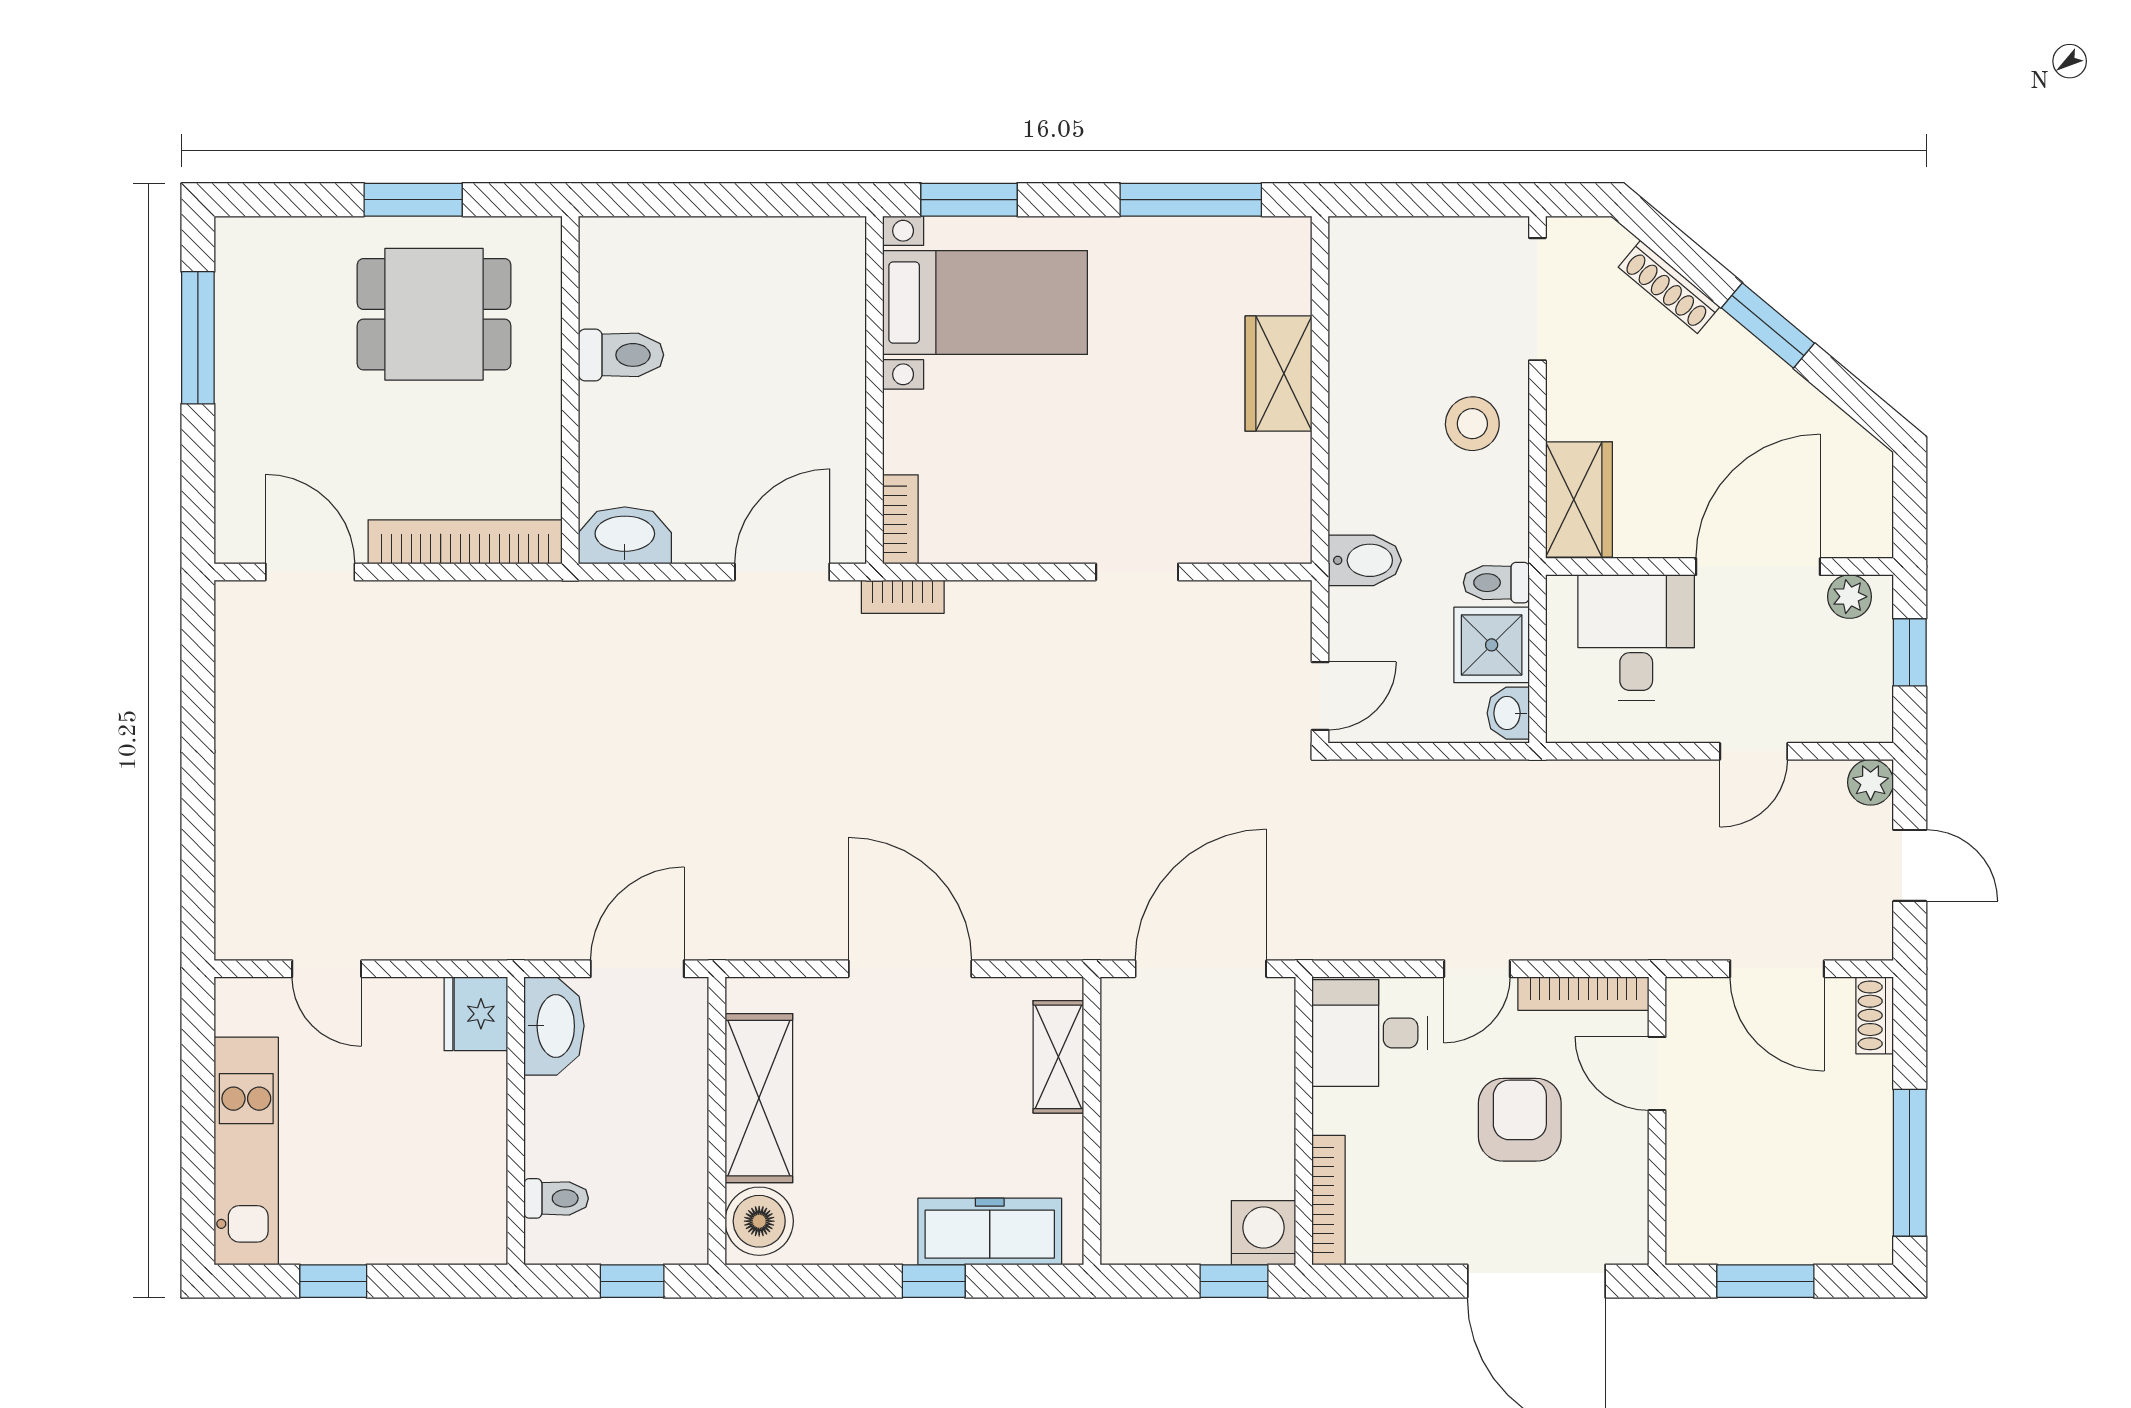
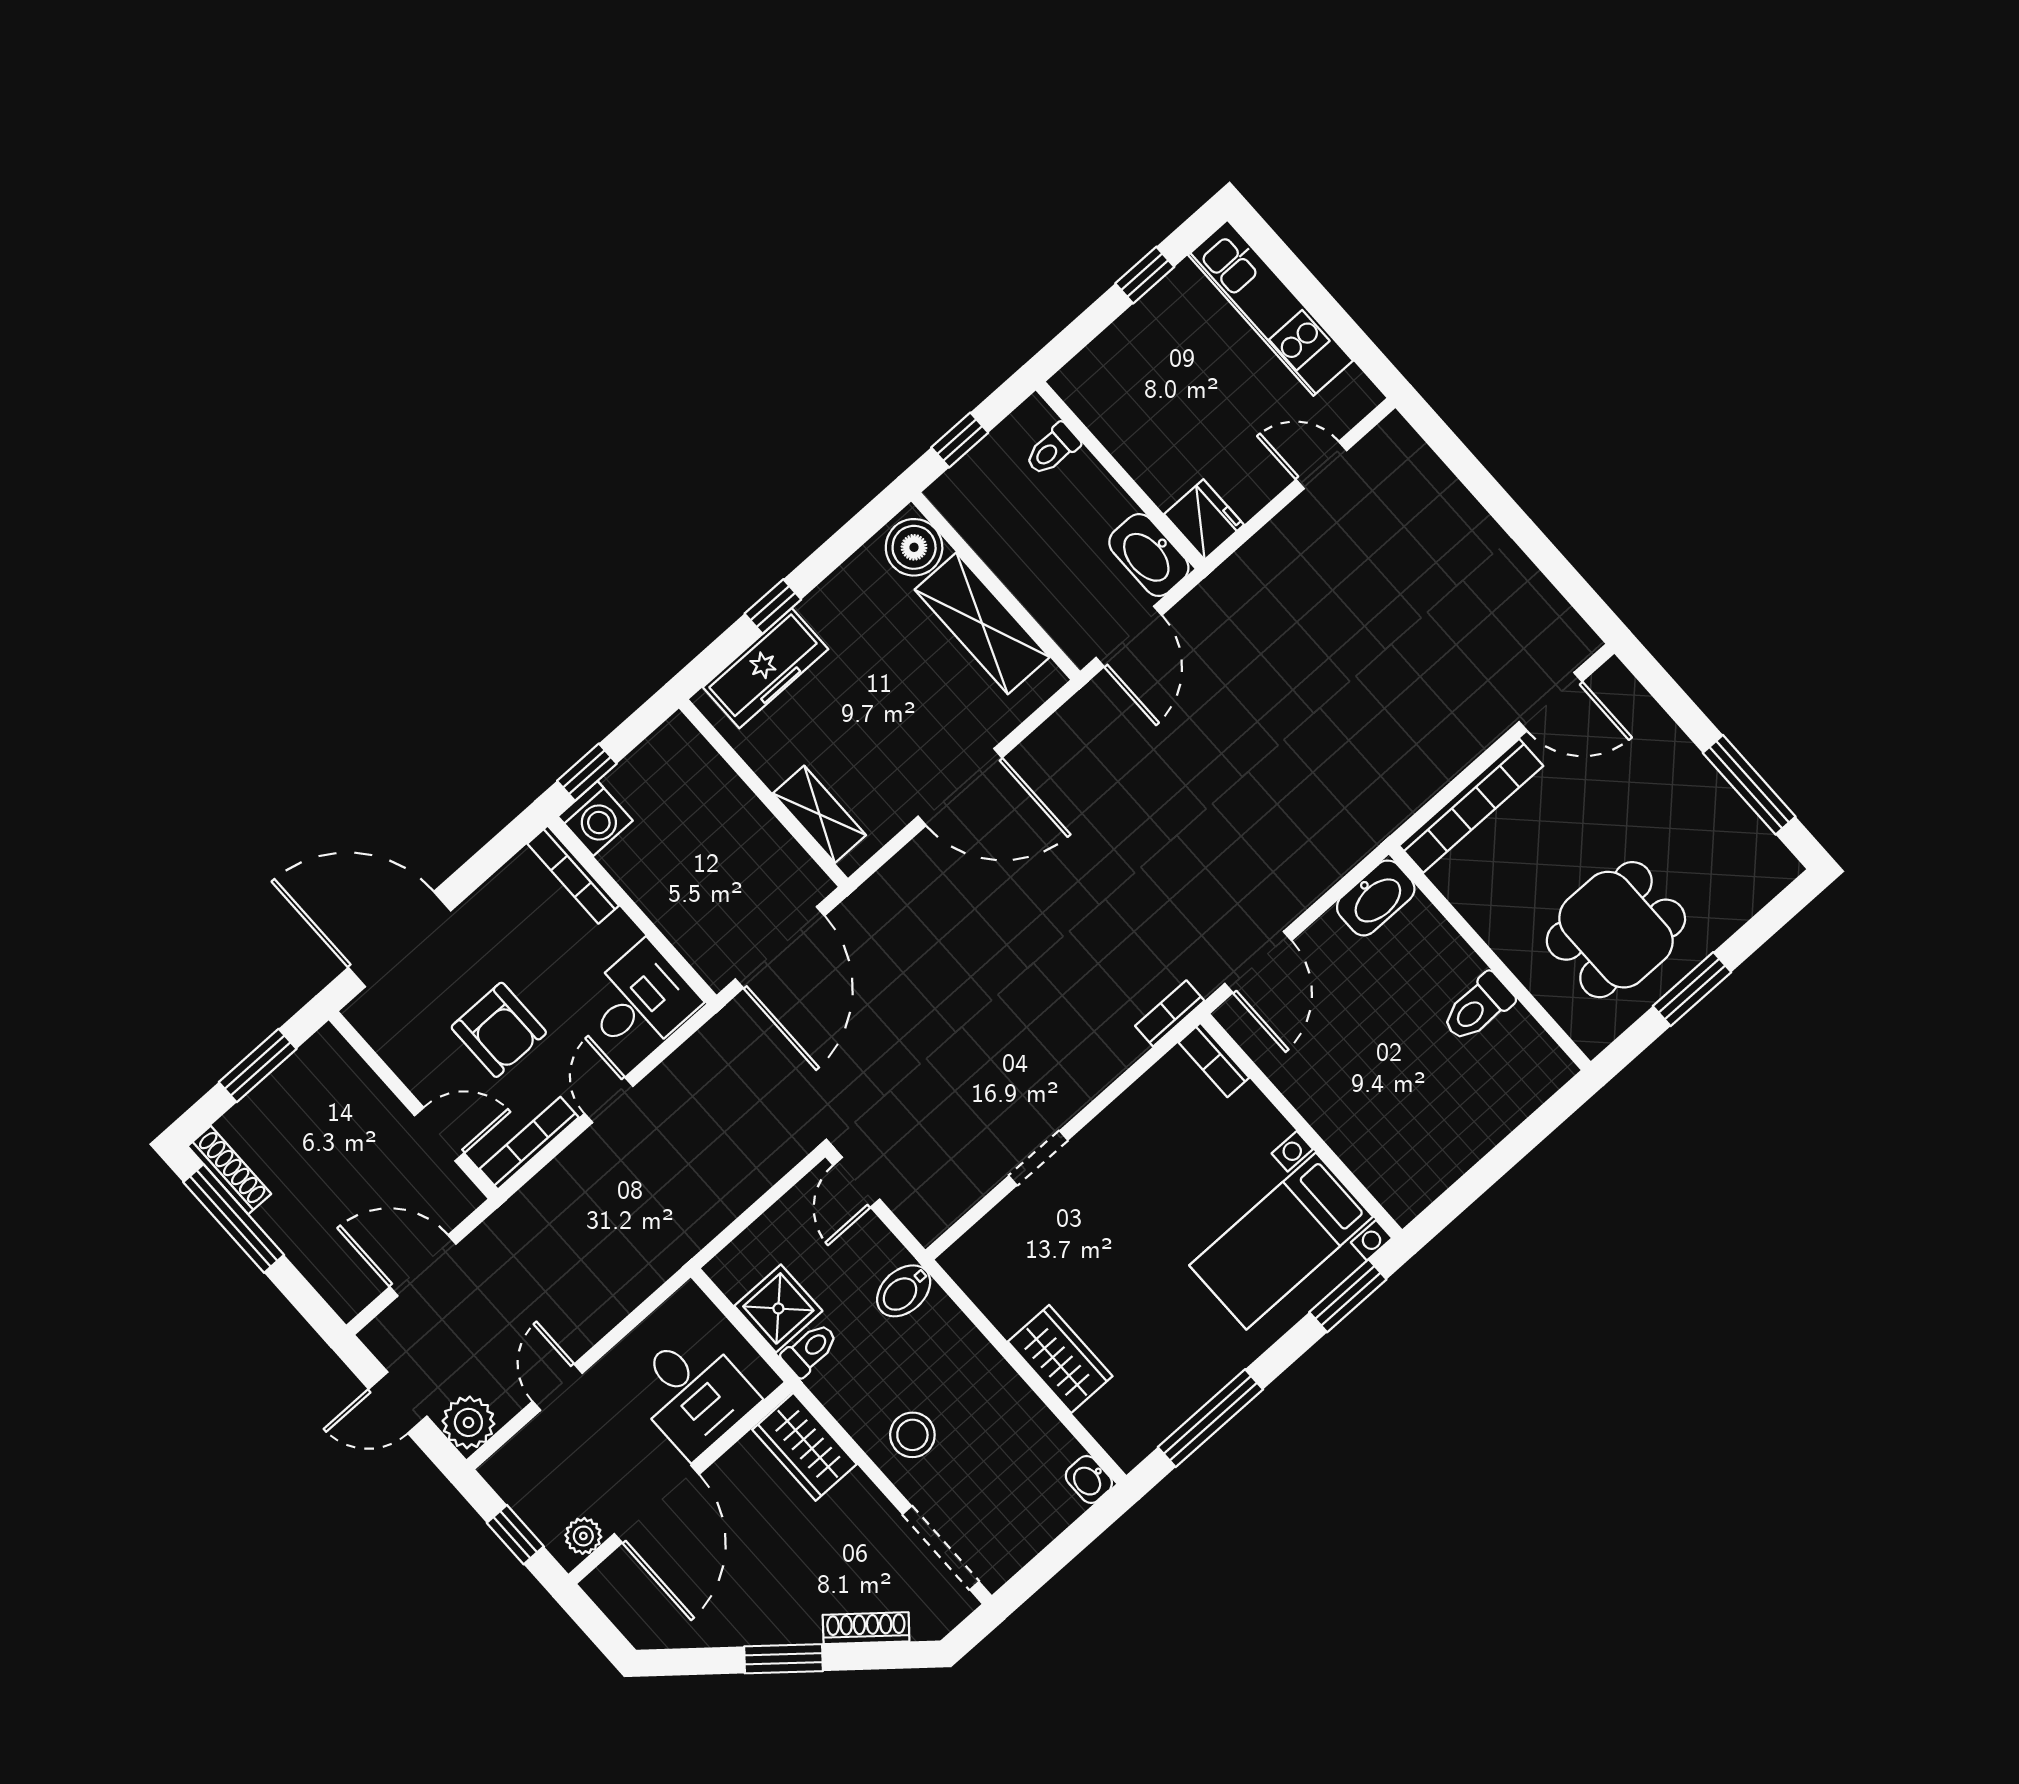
washbasin: (1508, 713) -> (1089, 1479), moved, turned 180
plant: (1871, 782) -> (468, 1422), width x1.38, depth x1.38
shoe rack: (1875, 1015) -> (229, 1170), moved, width x1.43

